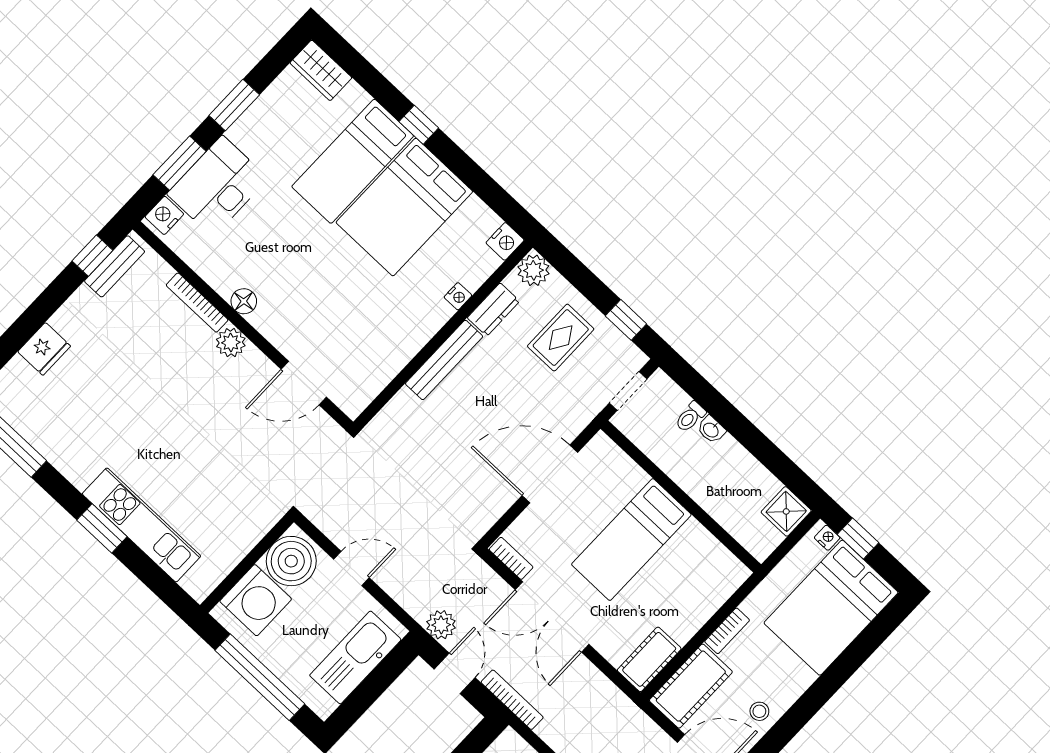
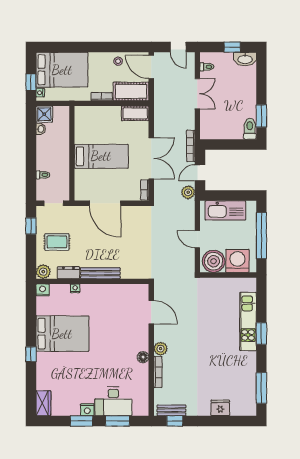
bed: (353, 161) -> (63, 365), removed
nightstand: (164, 215) -> (87, 410), moved
washbasin: (711, 430) -> (41, 129), moved

